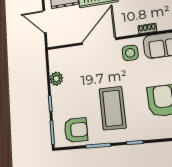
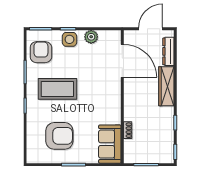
door: (99, 41) -> (122, 61), moved
side table: (130, 53) -> (69, 39), moved
armchair: (76, 130) -> (41, 52), turned 180

